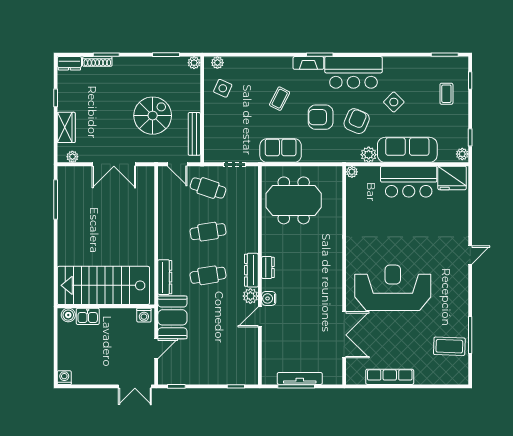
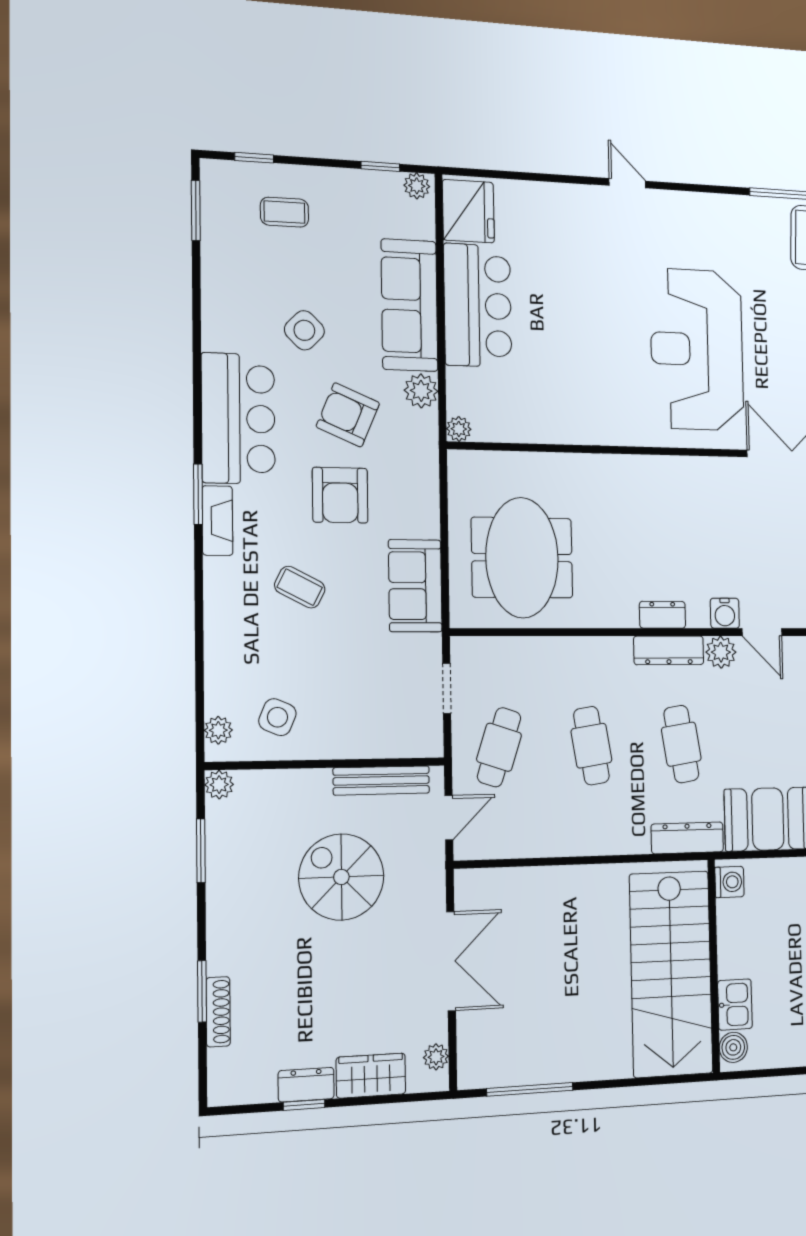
dresser: (69, 63) -> (306, 1085), moved, turned -90
stairs: (103, 285) -> (671, 974), moved
wall: (106, 306) -> (714, 966), moved
boiler: (68, 315) -> (733, 1047), moved
washing machine: (144, 315) -> (729, 882), moved
kitchen sink: (88, 316) -> (735, 1005), moved

